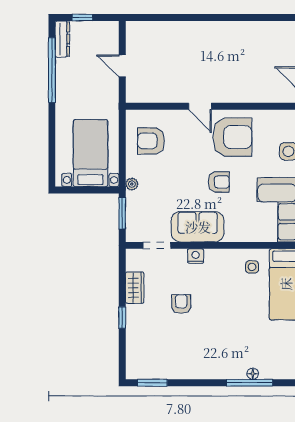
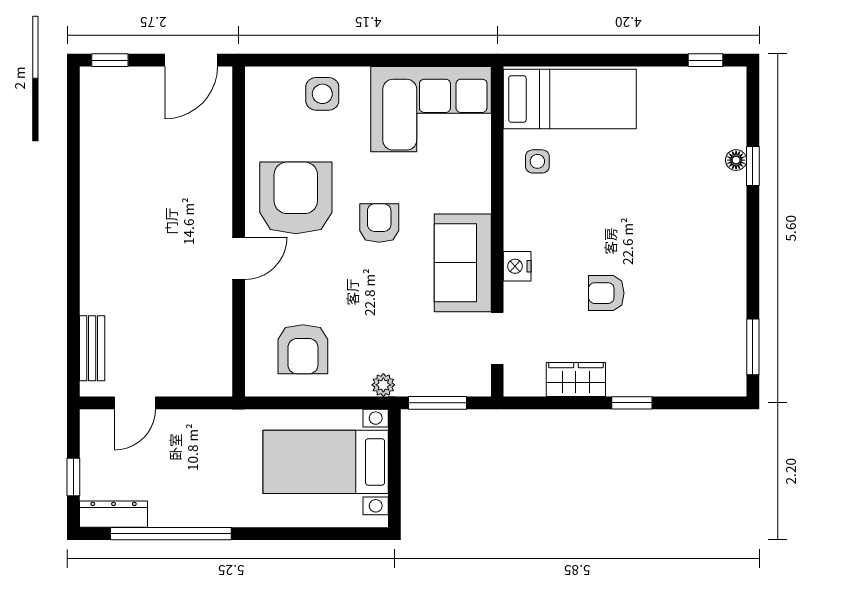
bench: (152, 28) -> (92, 348), added
door: (122, 66) -> (135, 403), moved
window: (249, 383) -> (753, 166), width x0.46

